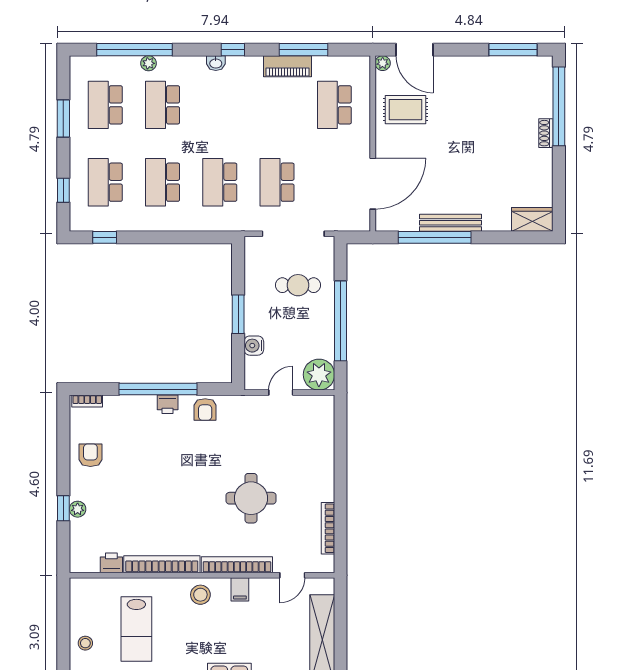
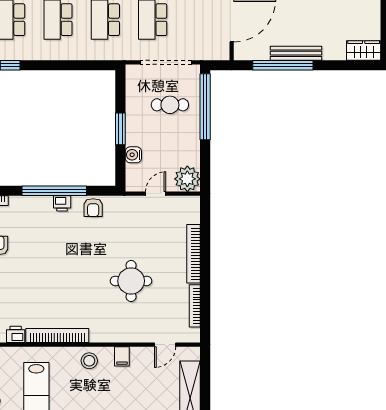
window: (341, 321) -> (205, 107), moved
bookcase: (237, 565) -> (194, 254), moved, turned -90

